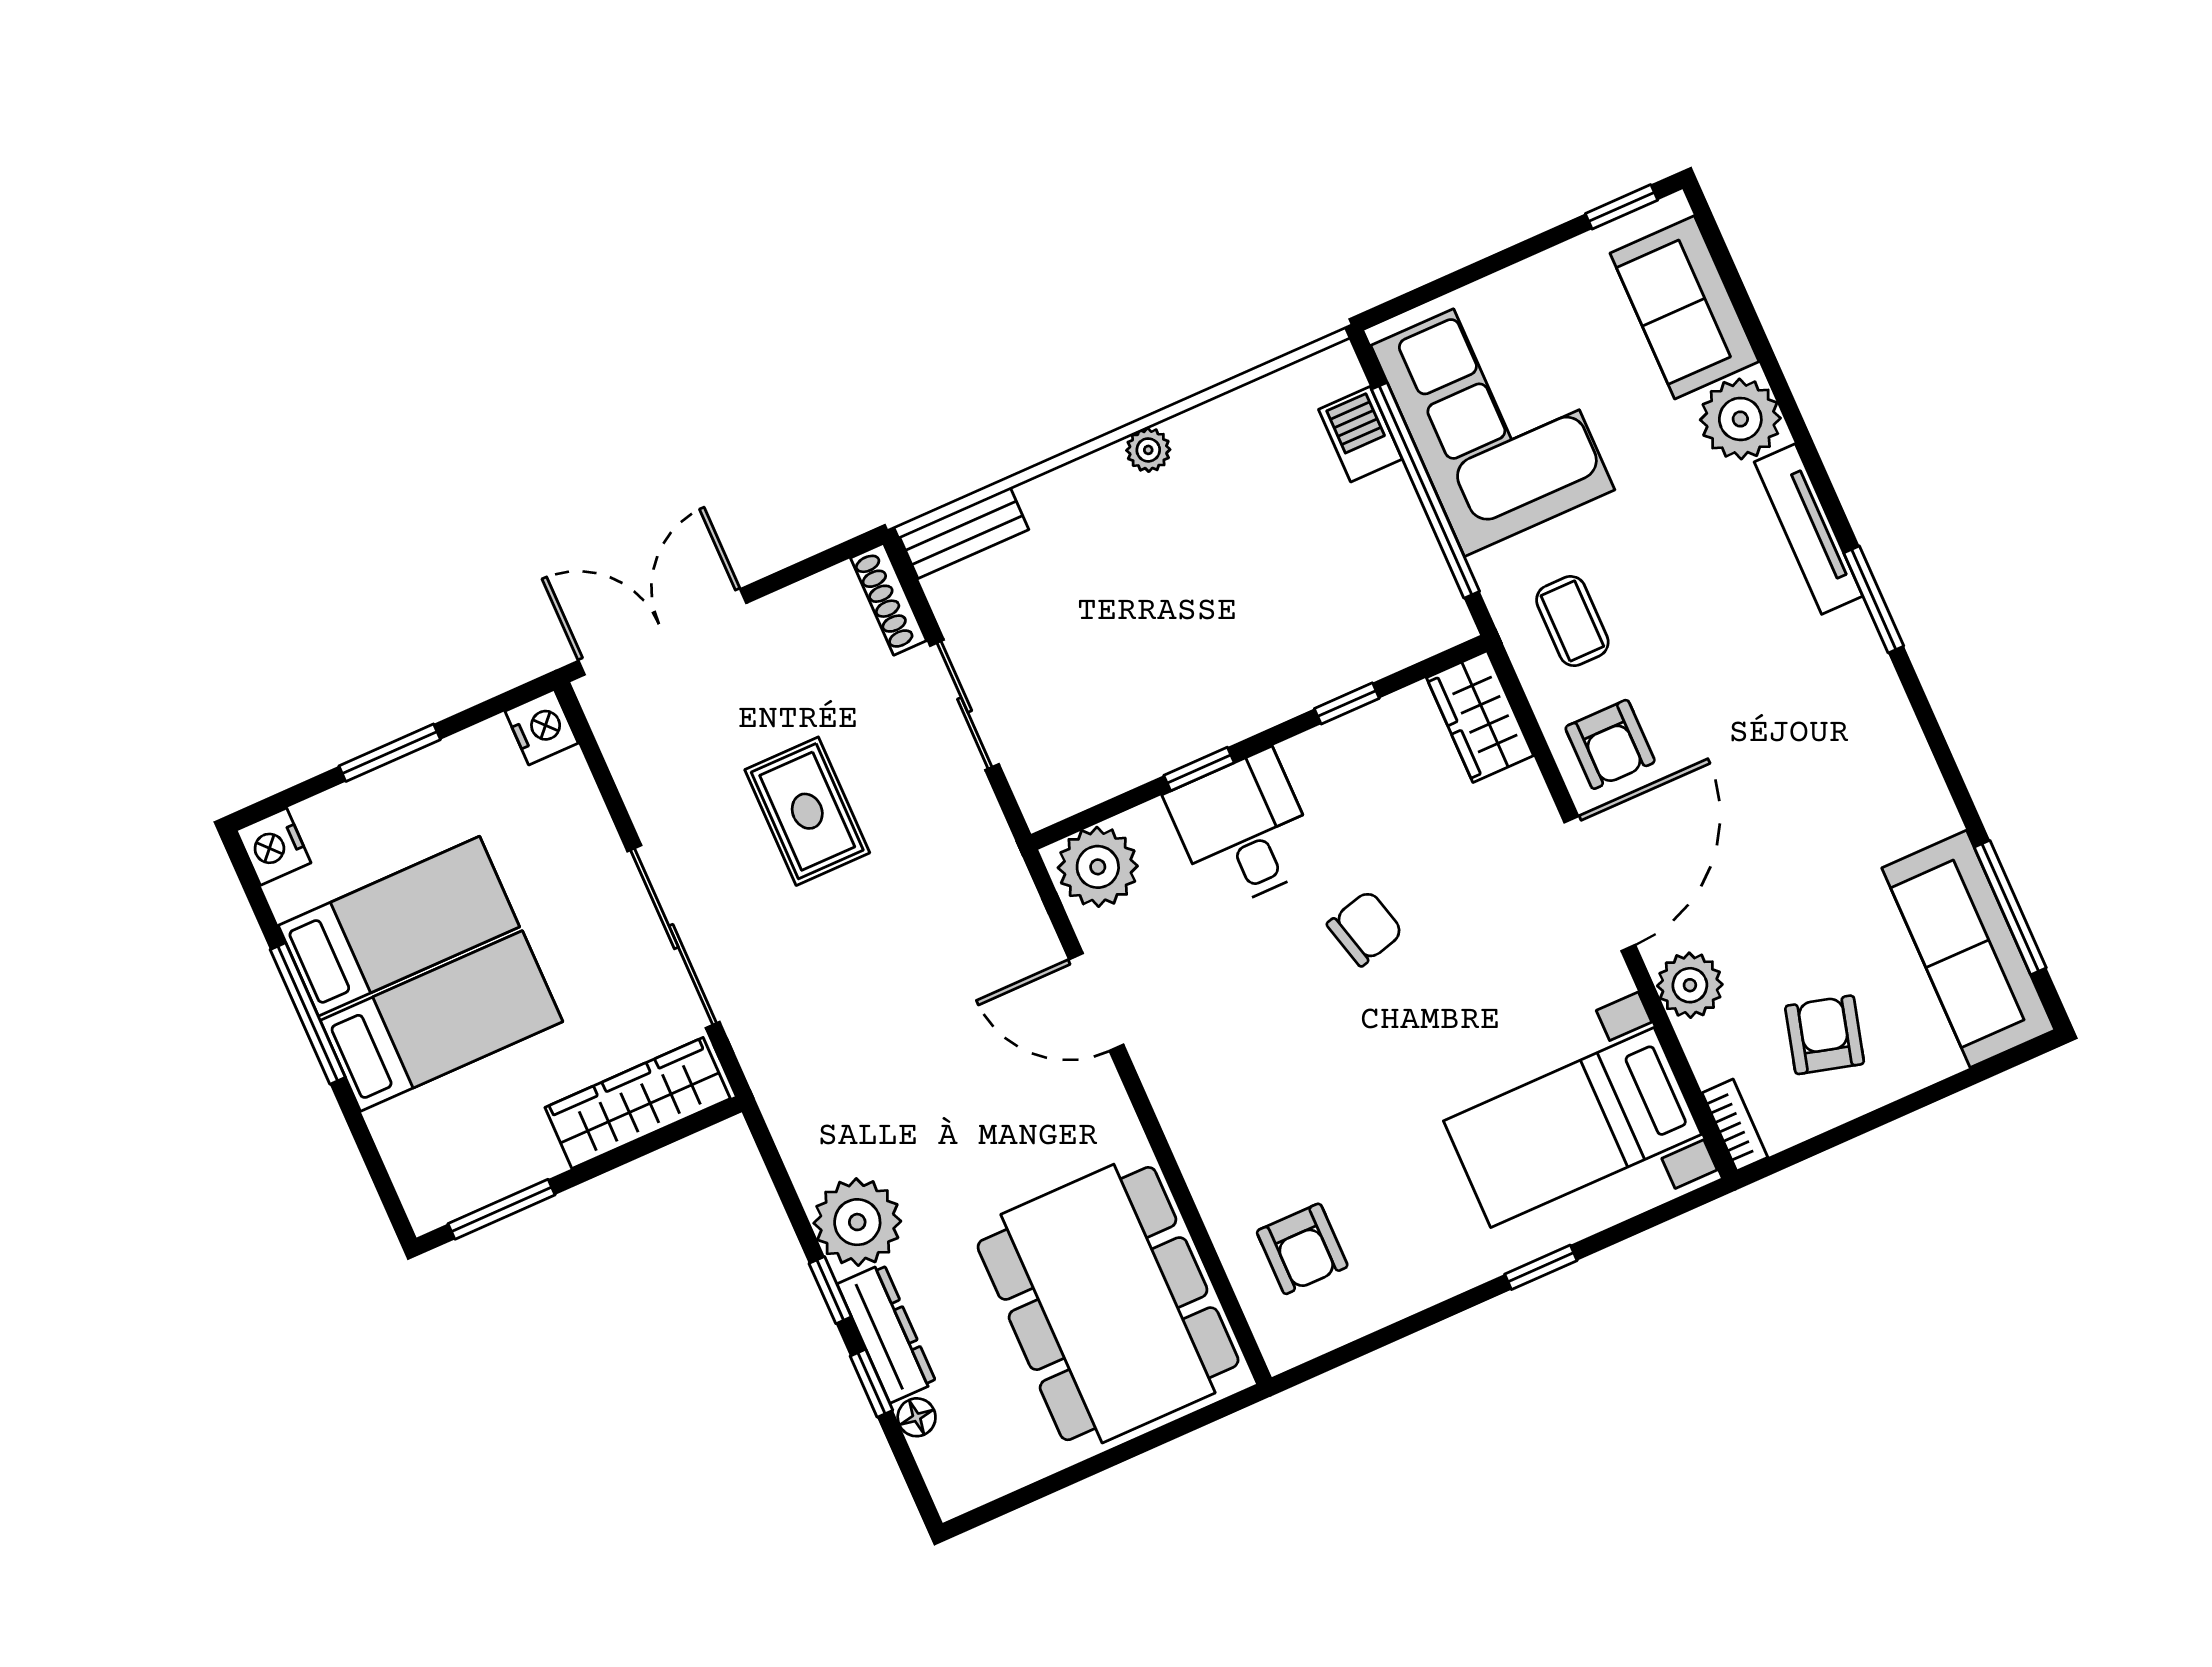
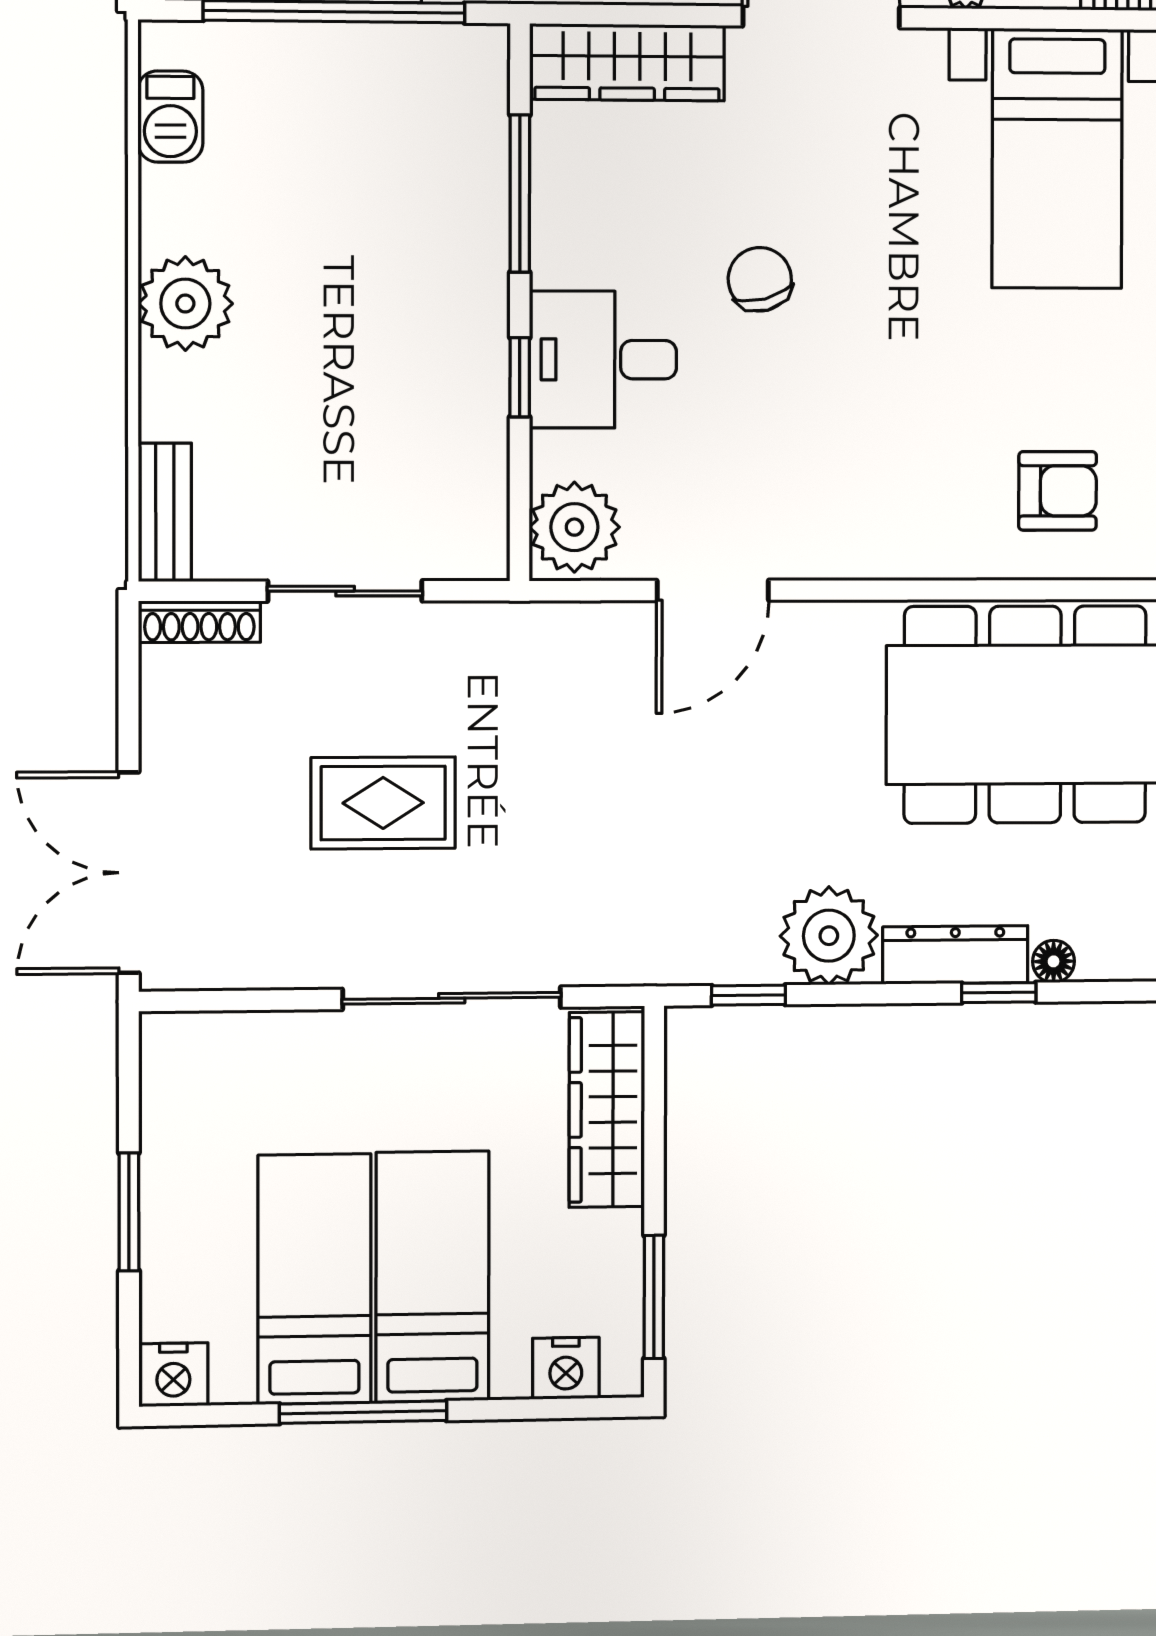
barbecue: (1360, 434) -> (170, 117), moved, turned -90
plant: (1148, 450) -> (185, 304), width x1.88, depth x1.88
window: (1347, 703) -> (520, 194), width x2.17
wardrobe: (1480, 717) -> (627, 62), width x1.50
nightstand: (542, 727) -> (566, 1368), moved, turned 180
window: (830, 1290) -> (748, 995), moved

